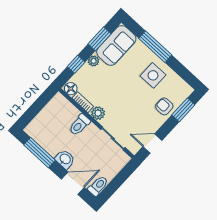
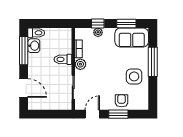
plant: (94, 61) -> (98, 32), moved
floor lamp: (71, 89) -> (80, 34), removed
window: (183, 110) -> (118, 114), moved
door: (152, 144) -> (92, 114), hinge flipped
washbasin: (65, 159) -> (34, 46), moved
toilet: (98, 186) -> (36, 33), moved

